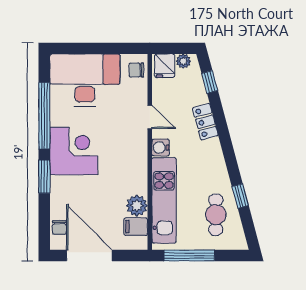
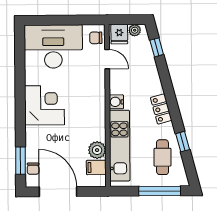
window: (44, 116) -> (20, 76), removed
door: (150, 117) -> (107, 59), moved
locker: (205, 122) -> (161, 109), moved
window: (44, 177) -> (21, 161), moved
window: (189, 255) -> (160, 191), moved

